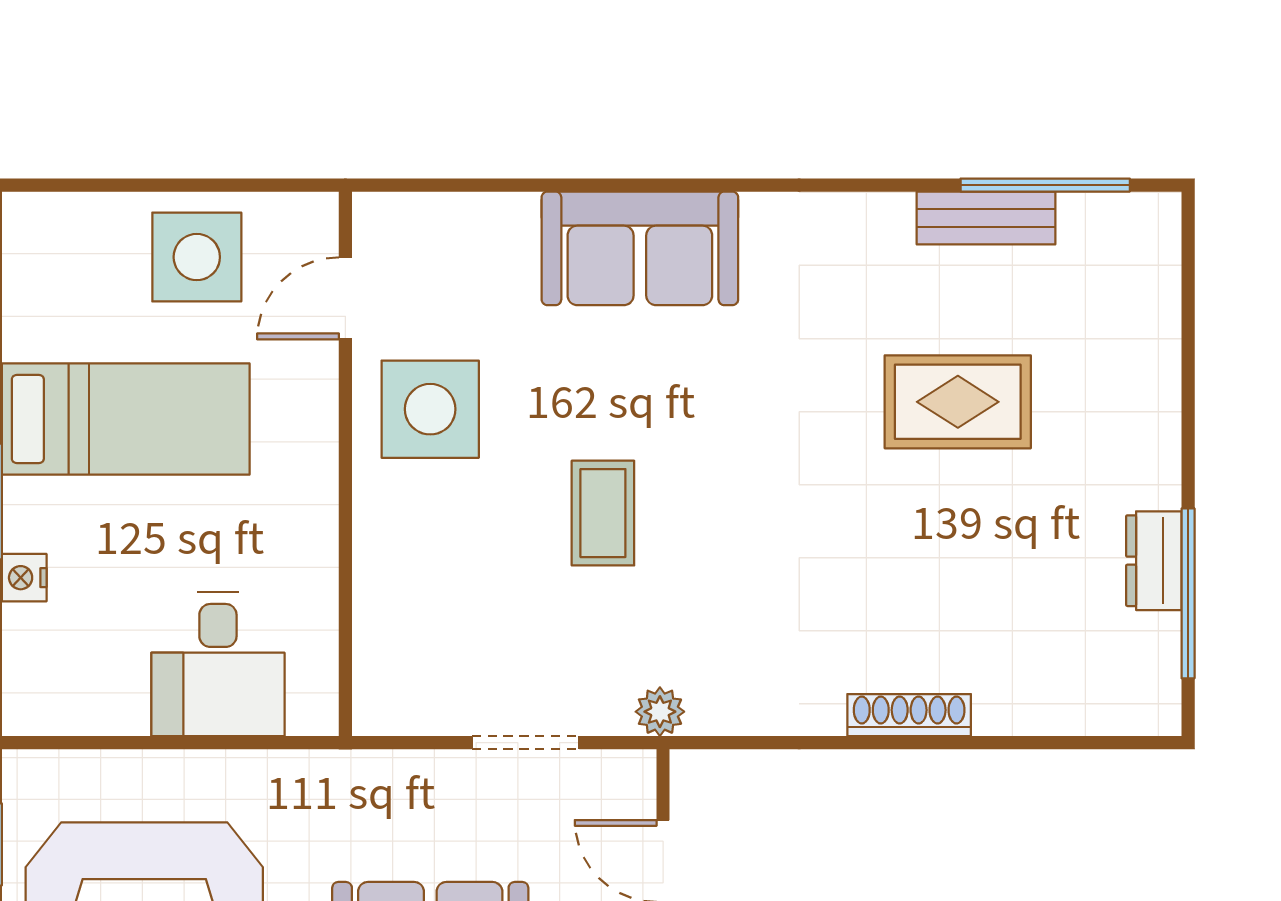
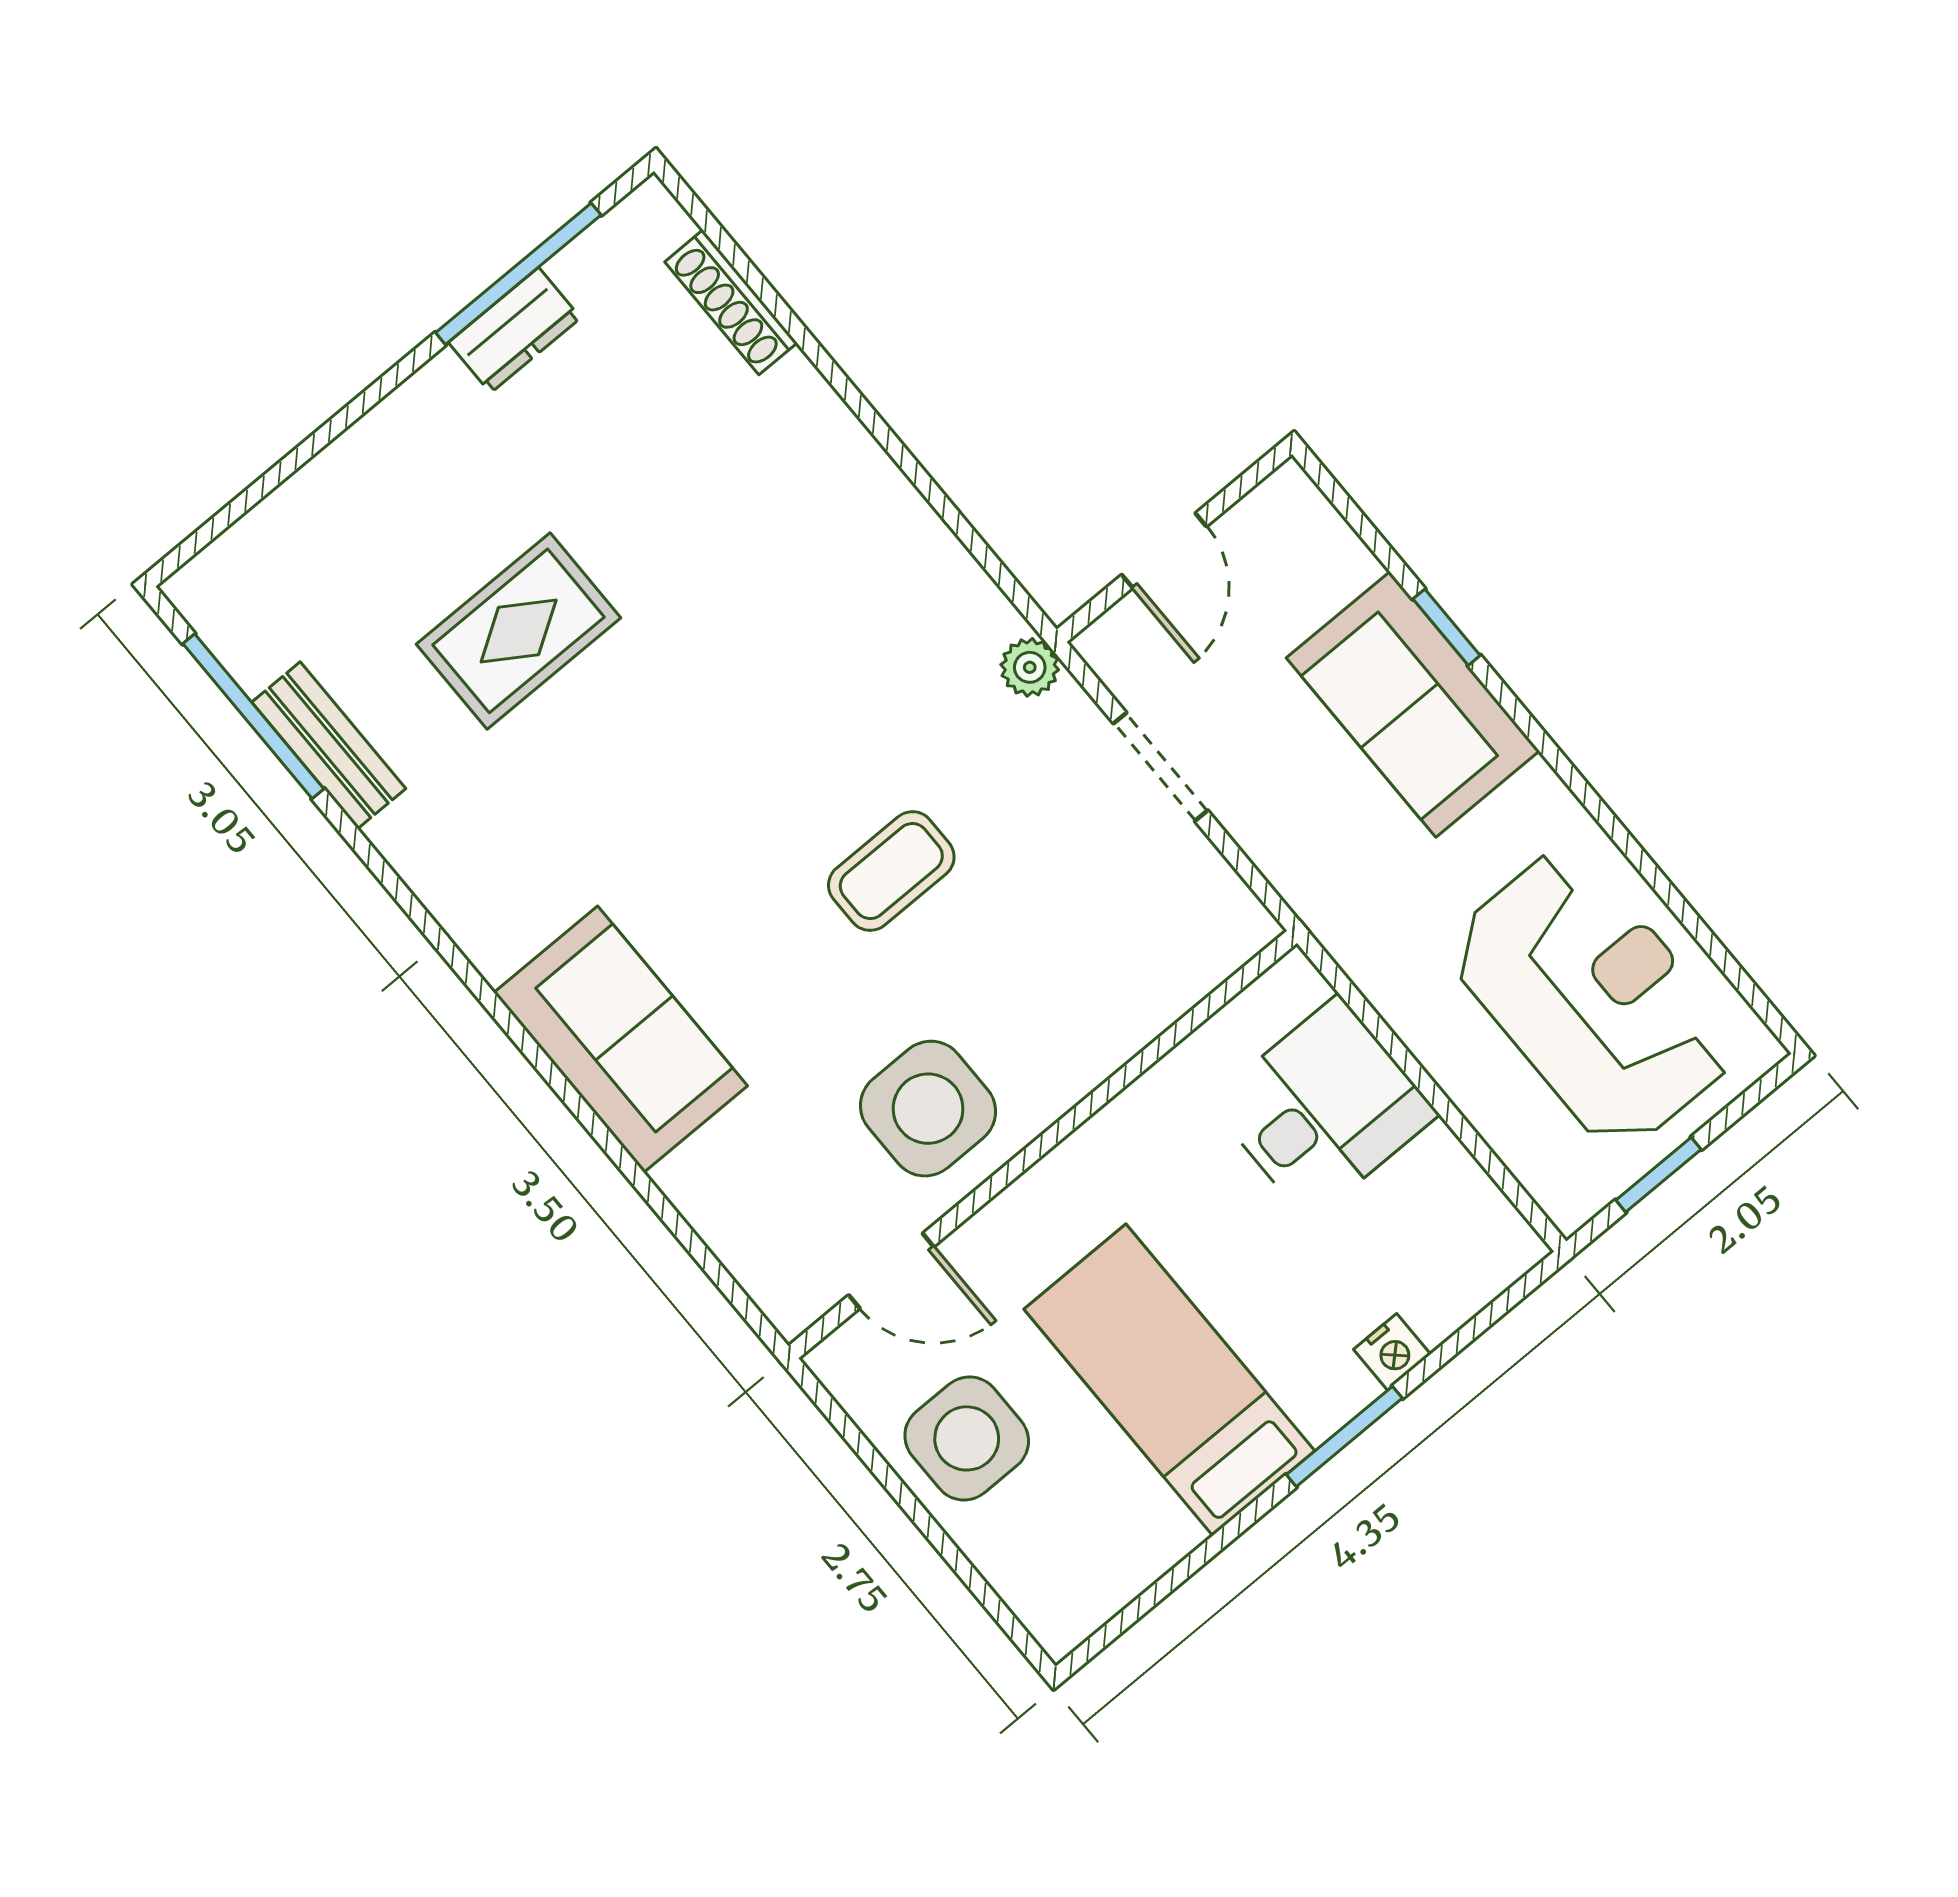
rug: (958, 402) -> (519, 631), turned 90
shoe rack: (909, 715) -> (731, 302), moved

